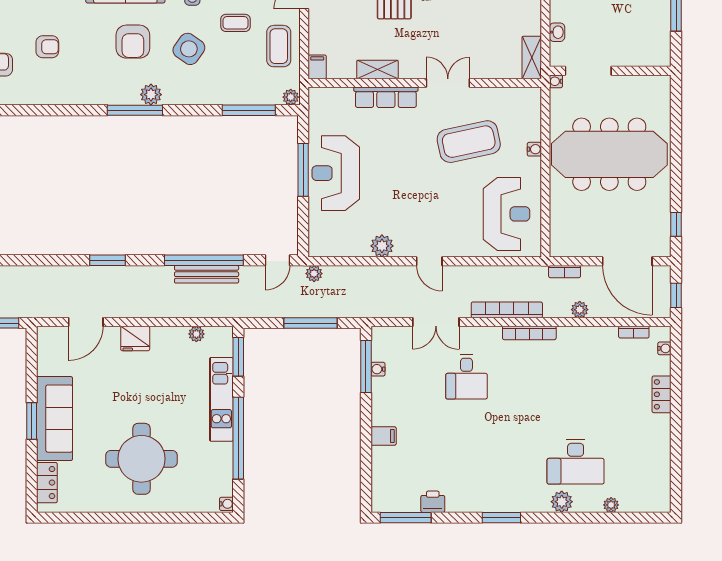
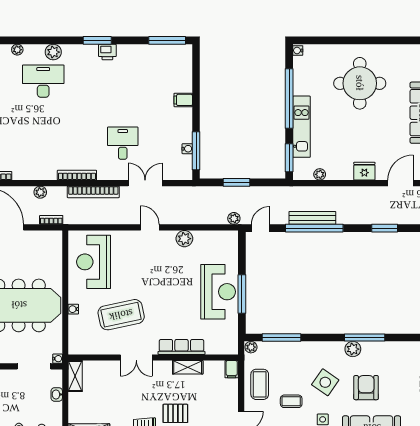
window: (310, 323) -> (236, 182), width x0.69
printer: (433, 502) -> (107, 52), moved

